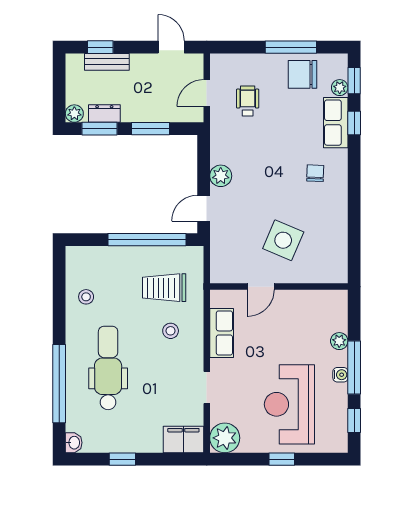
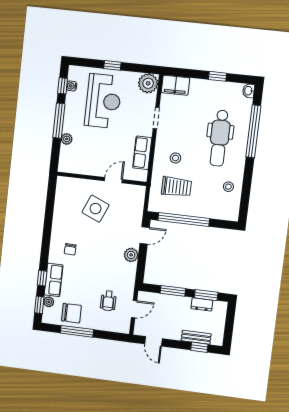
plant: (74, 114) -> (221, 307), removed
water cooler: (340, 375) -> (72, 86), moved

